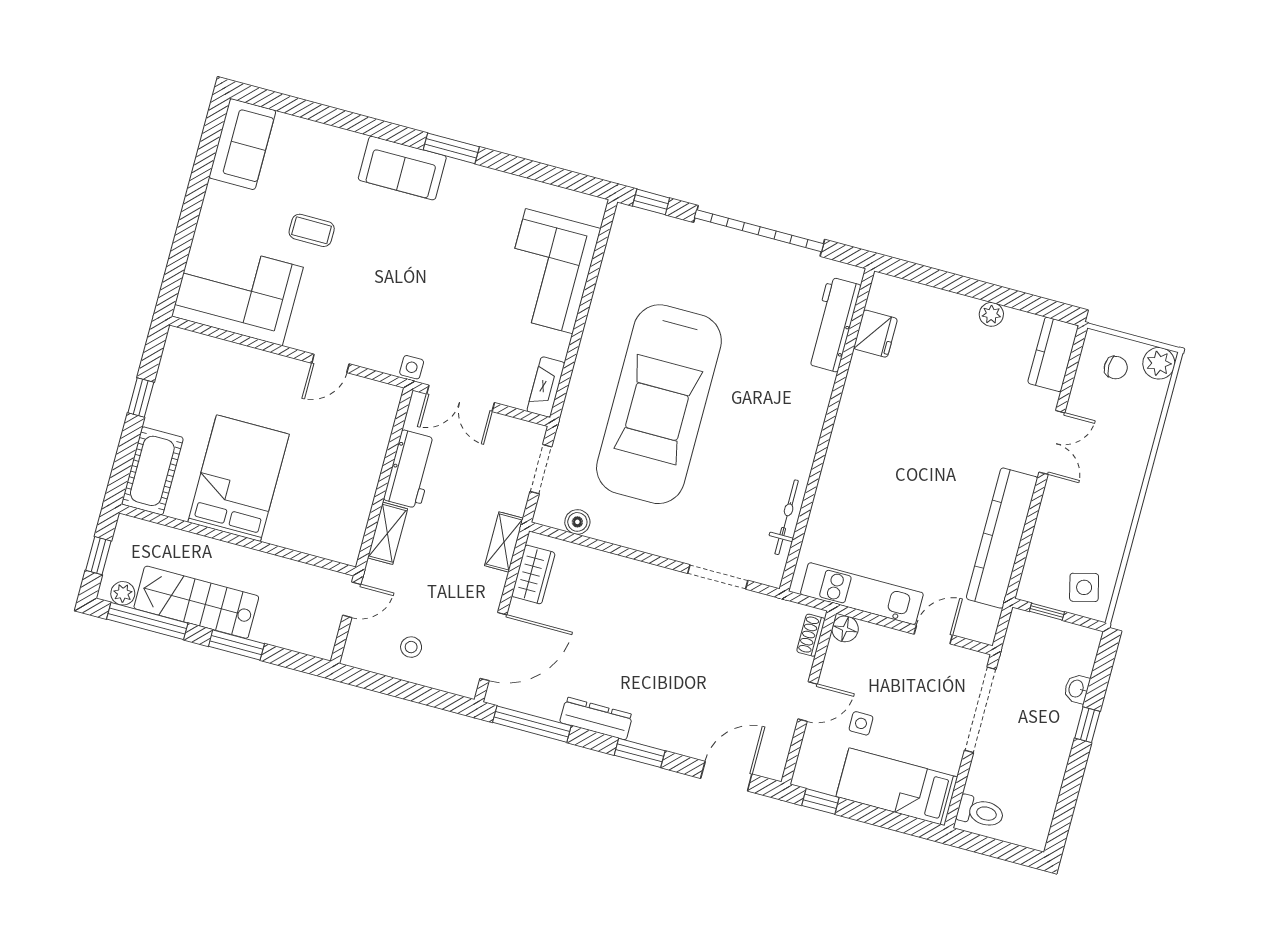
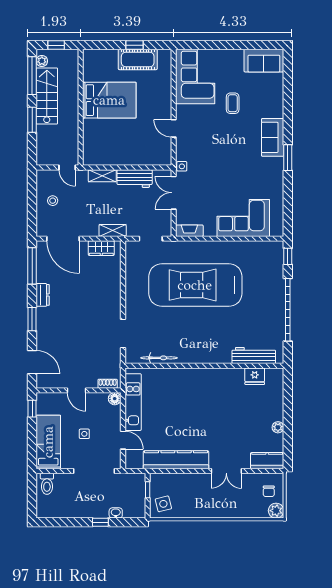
cot: (152, 471) -> (138, 59), moved
boiler: (577, 522) -> (131, 262), removed
dresser: (596, 718) -> (43, 295), width x0.70
side table: (861, 723) -> (84, 434), moved

